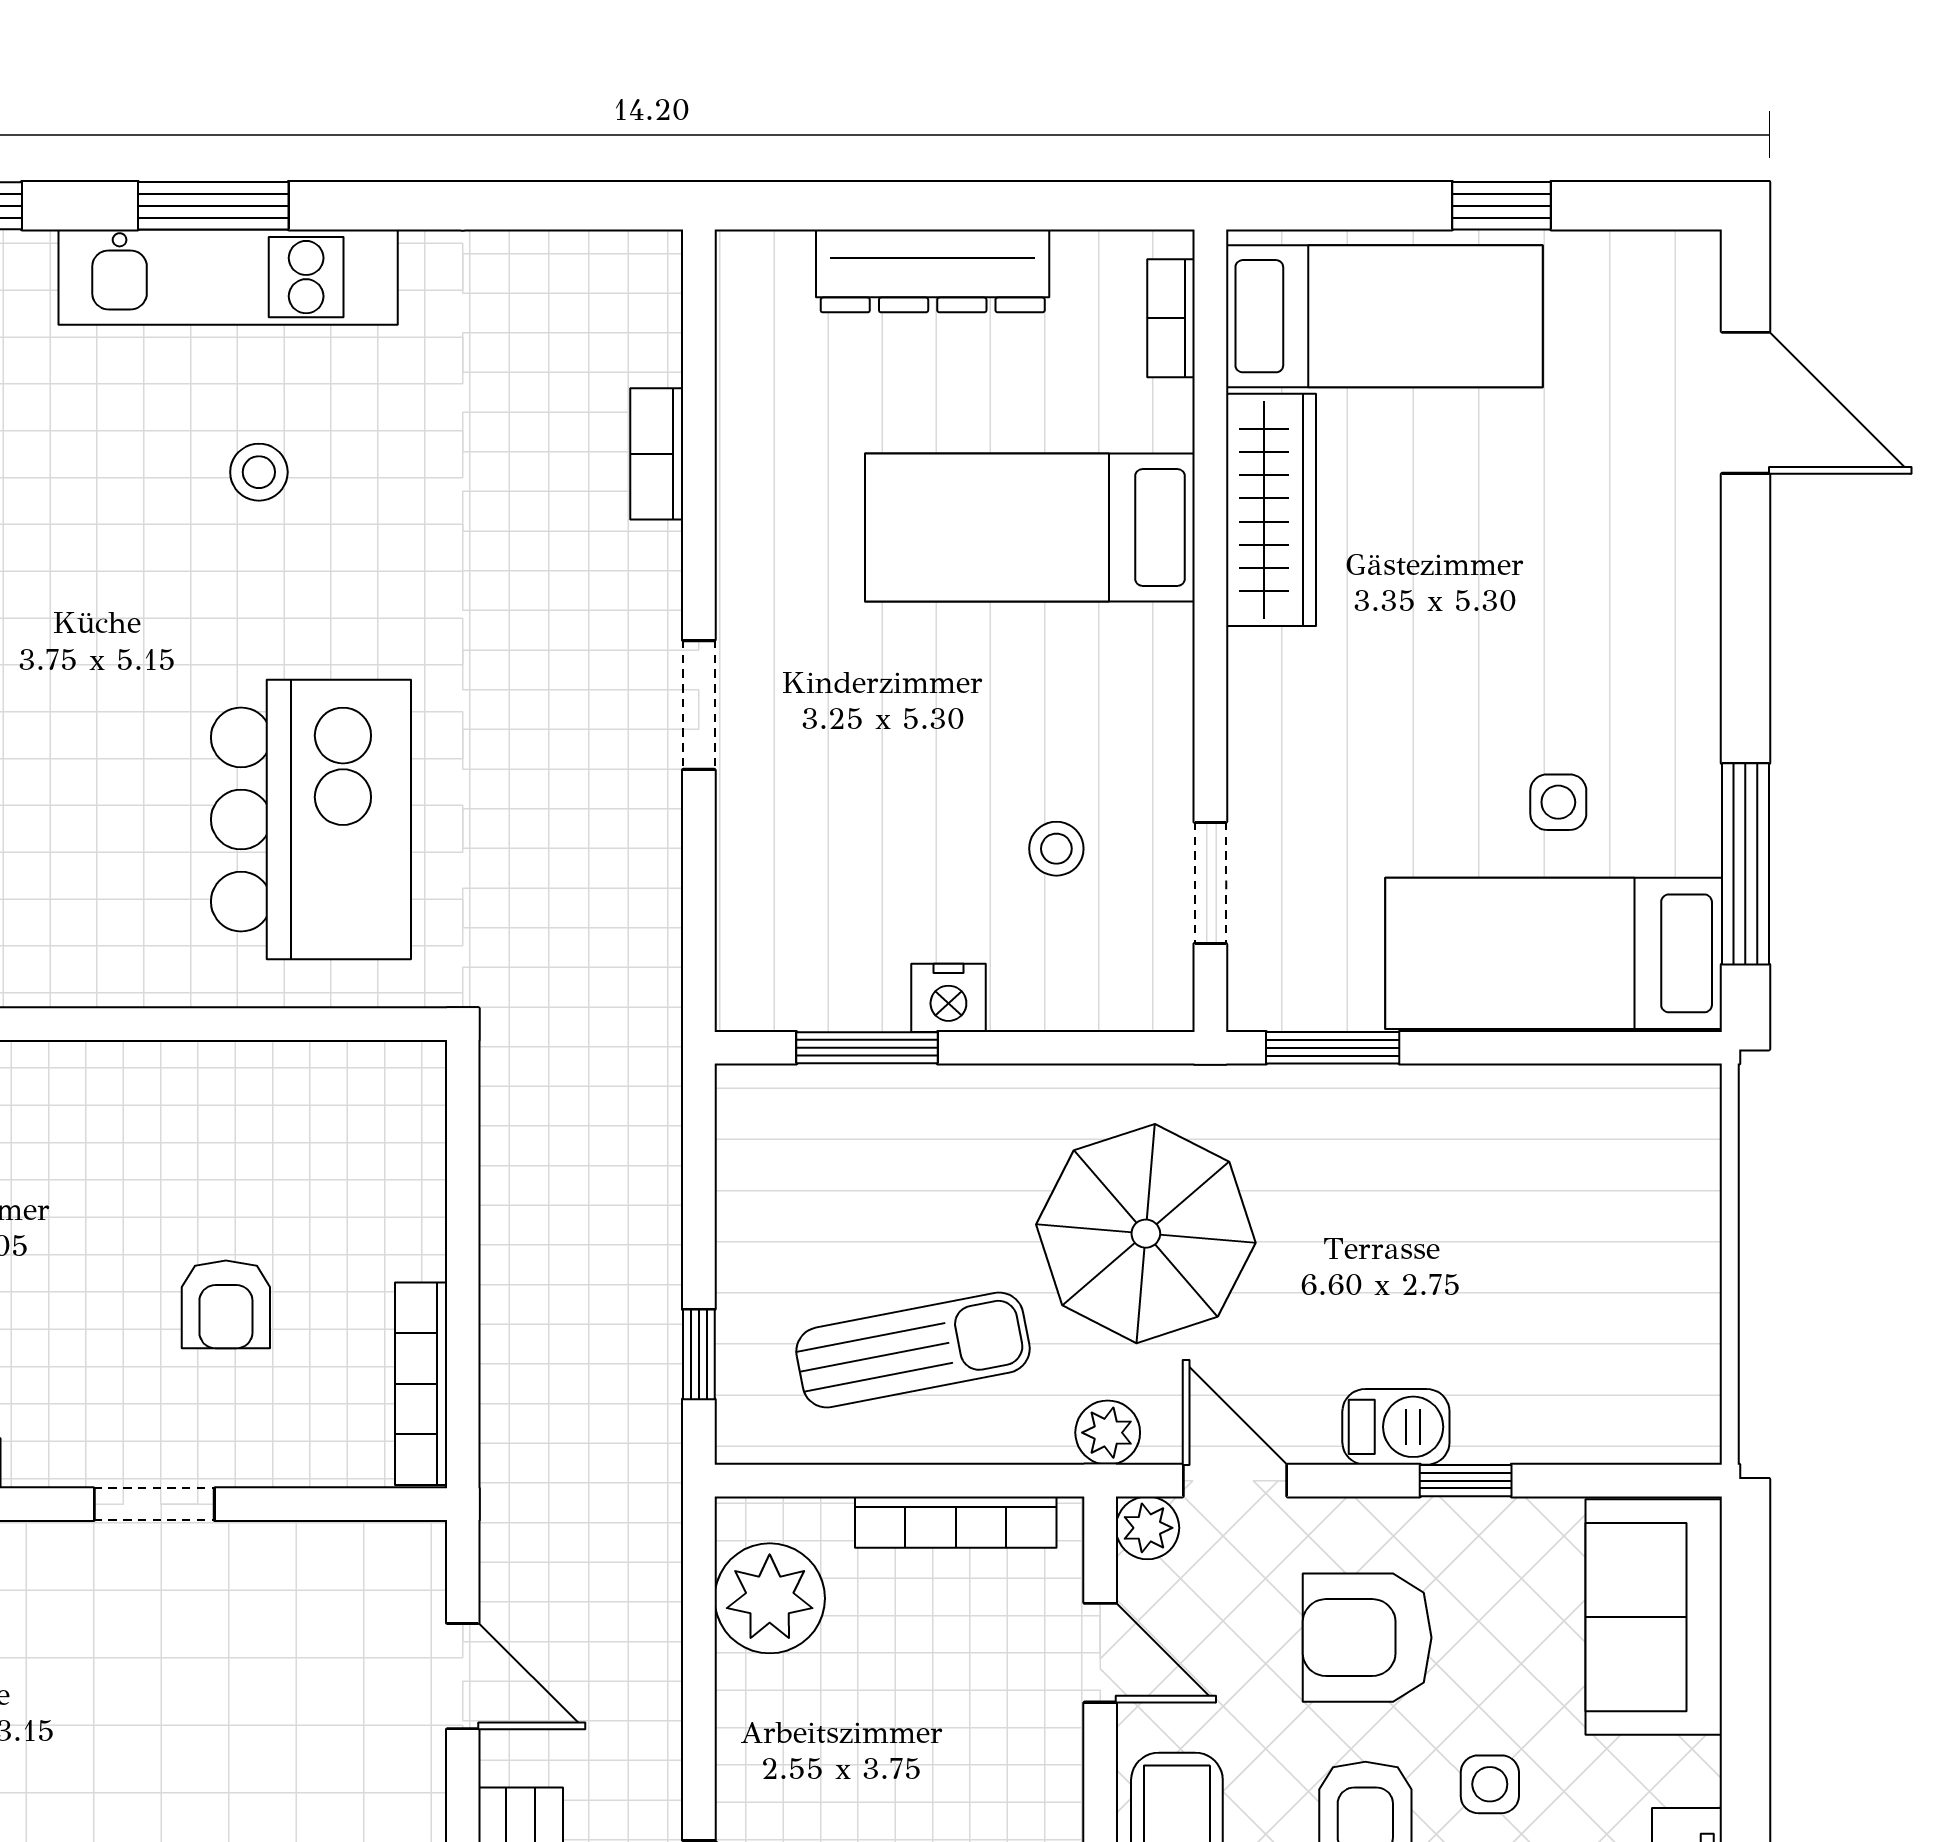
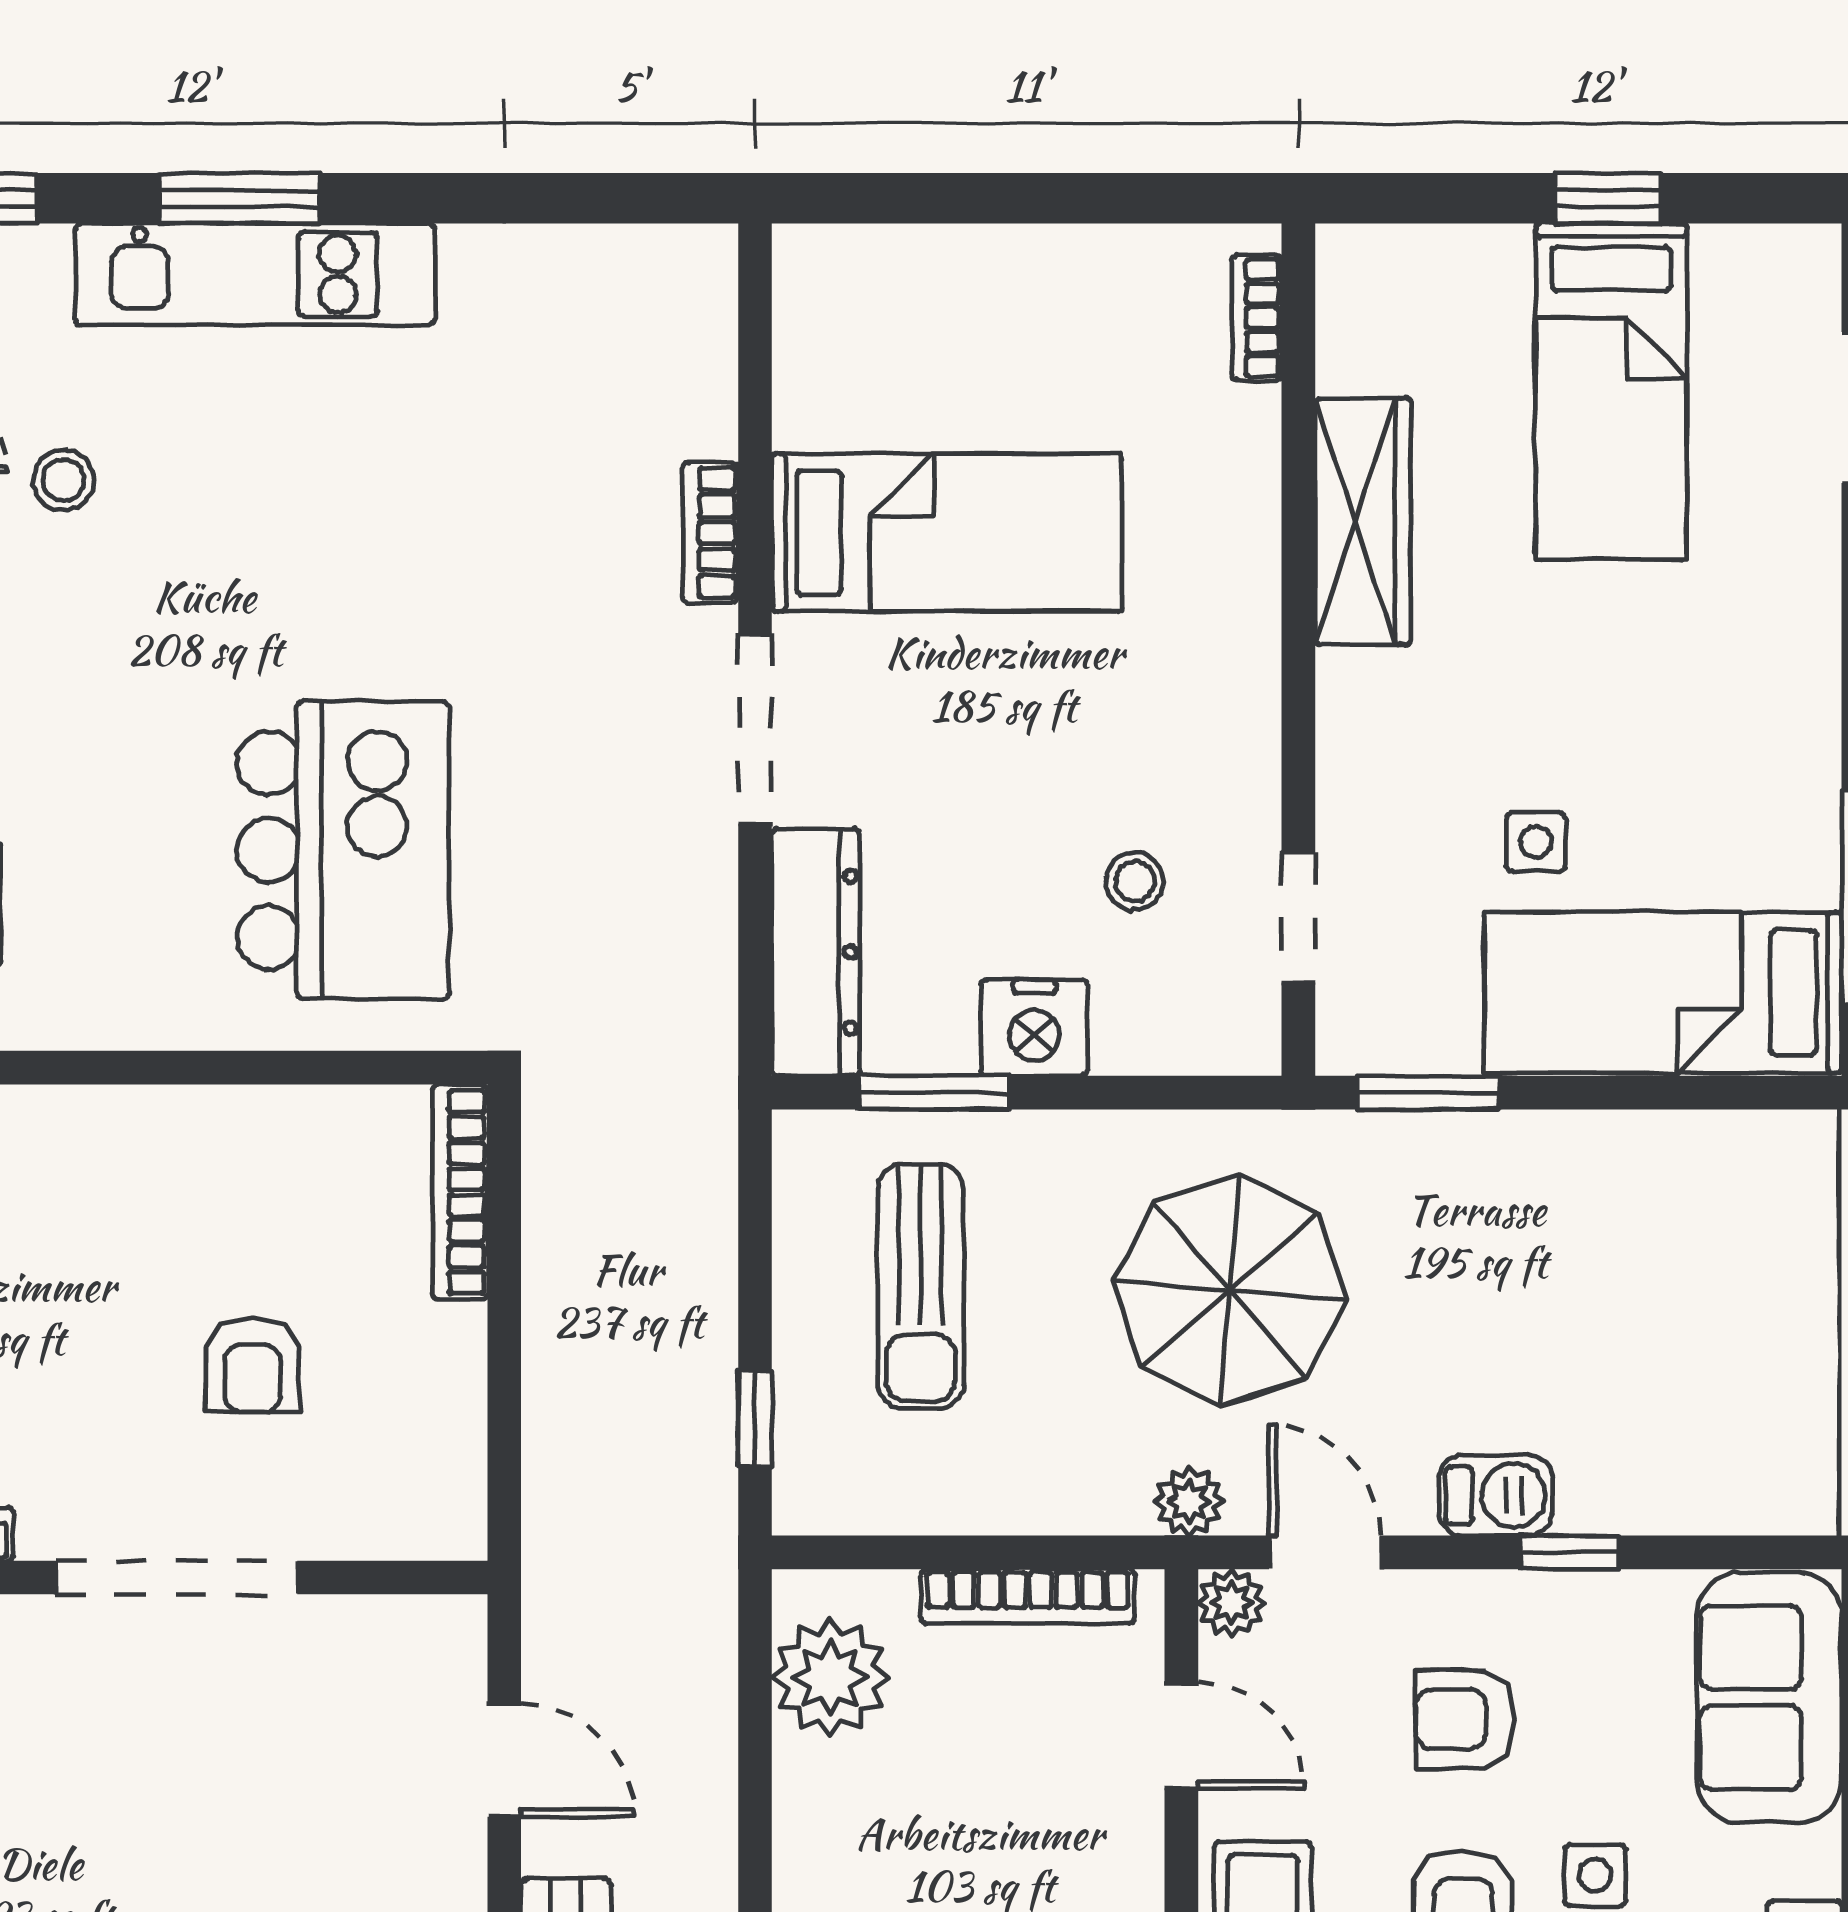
dresser: (933, 271) -> (816, 952), moved, turned -90
bed: (1384, 316) -> (1611, 391), moved, turned 90
bookcase: (657, 454) -> (710, 533), moved
stool: (259, 472) -> (64, 480), moved
bed: (1030, 527) -> (947, 532), moved, turned 180
doorway: (699, 705) -> (755, 729), width x1.38
side table: (1558, 802) -> (1536, 842), moved
nightstand: (948, 998) -> (1034, 1028), width x1.36, depth x1.33
sun lounger: (913, 1350) -> (921, 1286), moved, turned 101
bookcase: (421, 1384) -> (460, 1192), moved
doorway: (154, 1504) -> (177, 1578), width x1.88
armchair: (1367, 1638) -> (1465, 1719), width x0.72, depth x0.72

